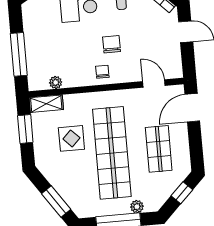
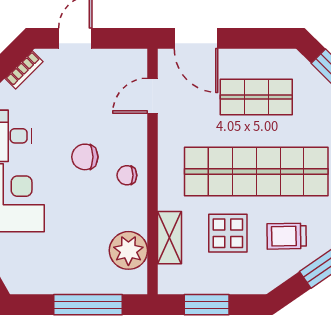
plant: (56, 82) -> (128, 250), width x1.88, depth x1.88
shelving: (46, 104) -> (169, 238), moved
trolley: (73, 176) -> (287, 236), added

